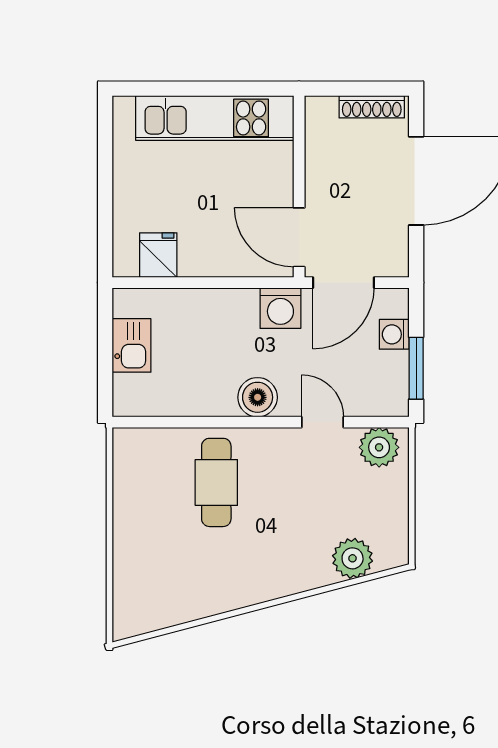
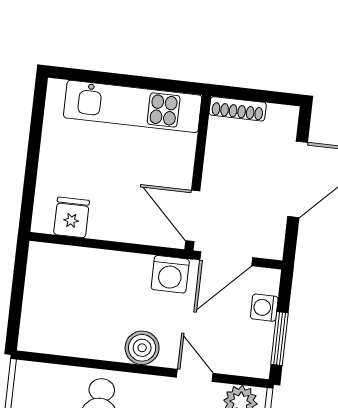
shoe rack: (372, 107) -> (238, 109), moved
kitchen sink: (132, 345) -> (40, 292), removed

